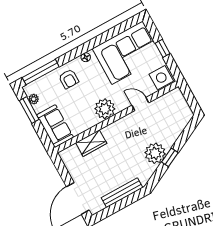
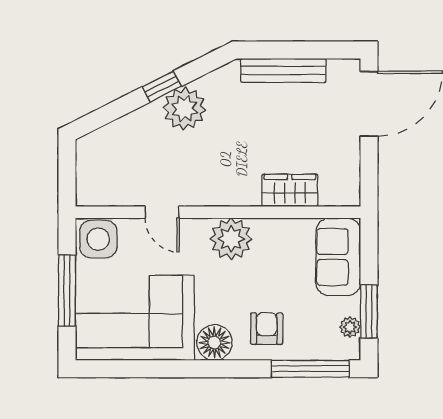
window: (163, 48) -> (67, 291), width x2.17
floor lamp: (86, 57) -> (214, 343), width x1.89, depth x1.89

